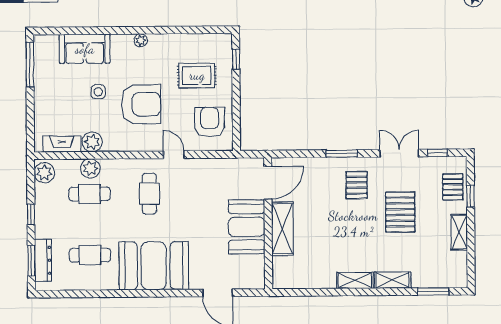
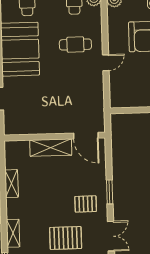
armchair: (210, 122) -> (132, 90), removed
booth: (247, 227) -> (52, 120), removed
shelving: (355, 280) -> (12, 184), moved

